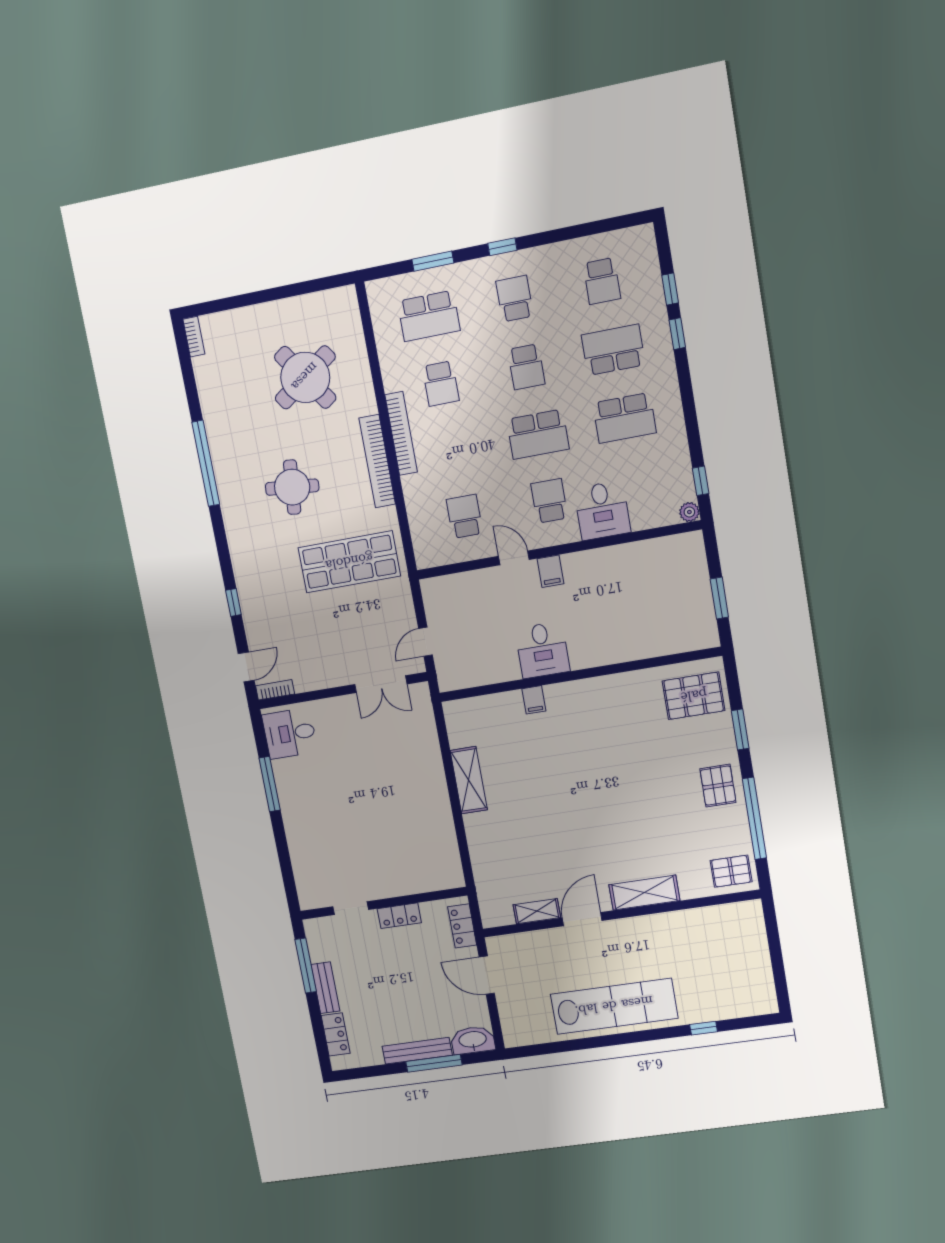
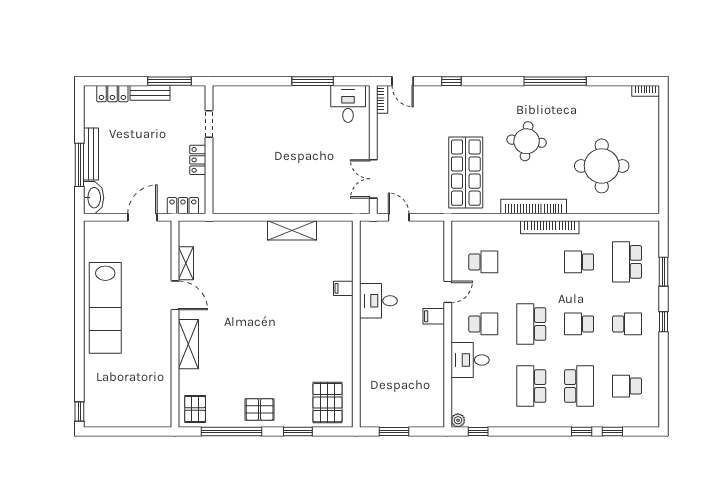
round table: (305, 377) -> (602, 166), turned 35
window: (704, 1028) -> (79, 412), moved

